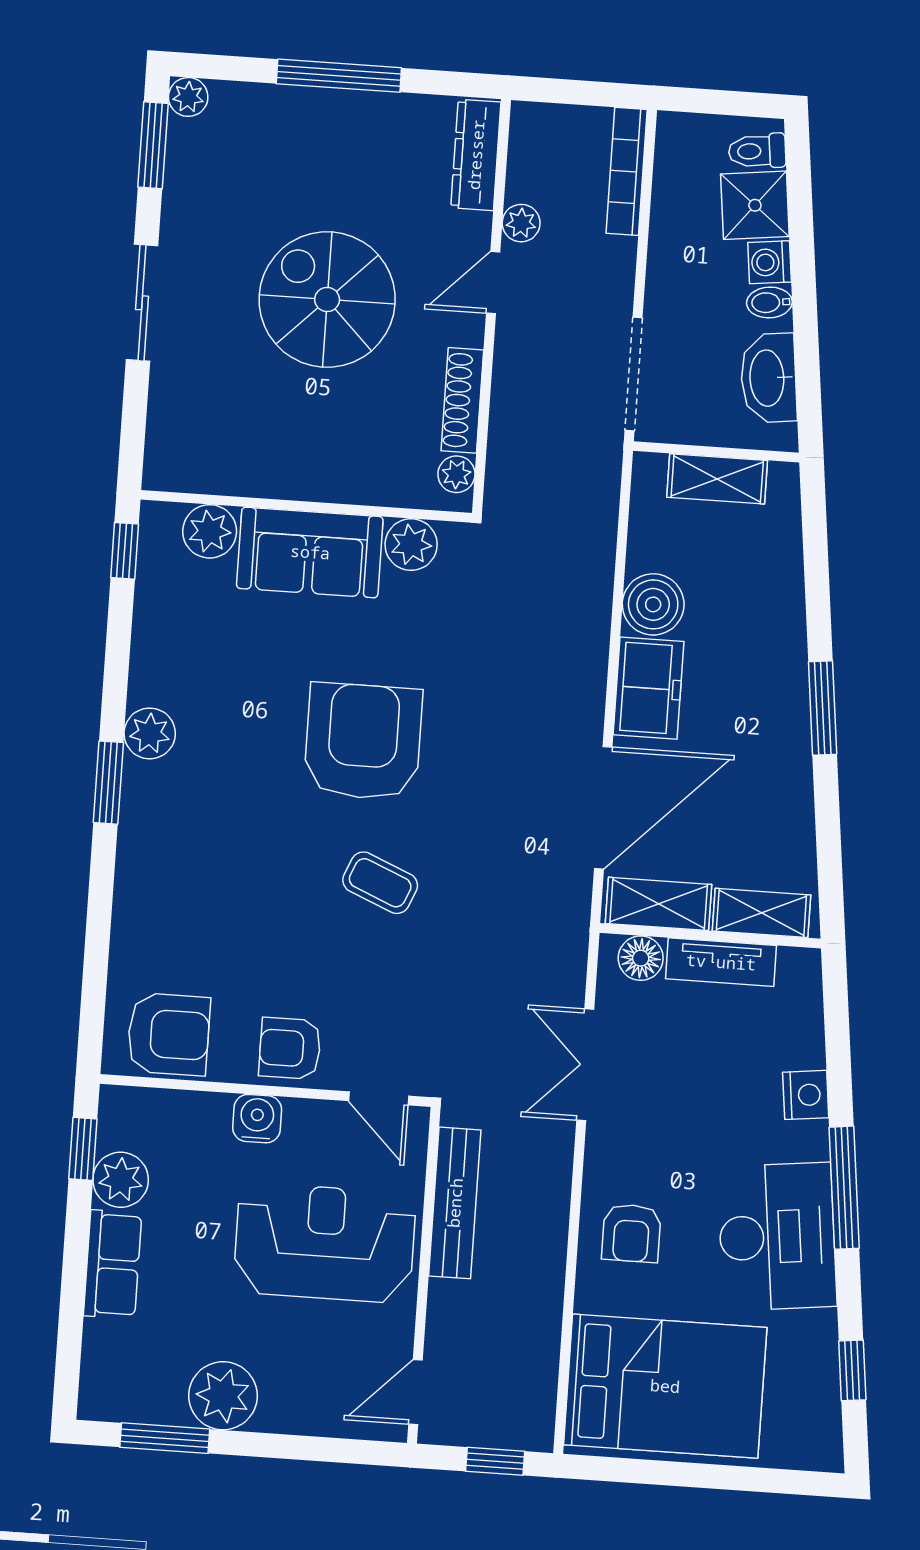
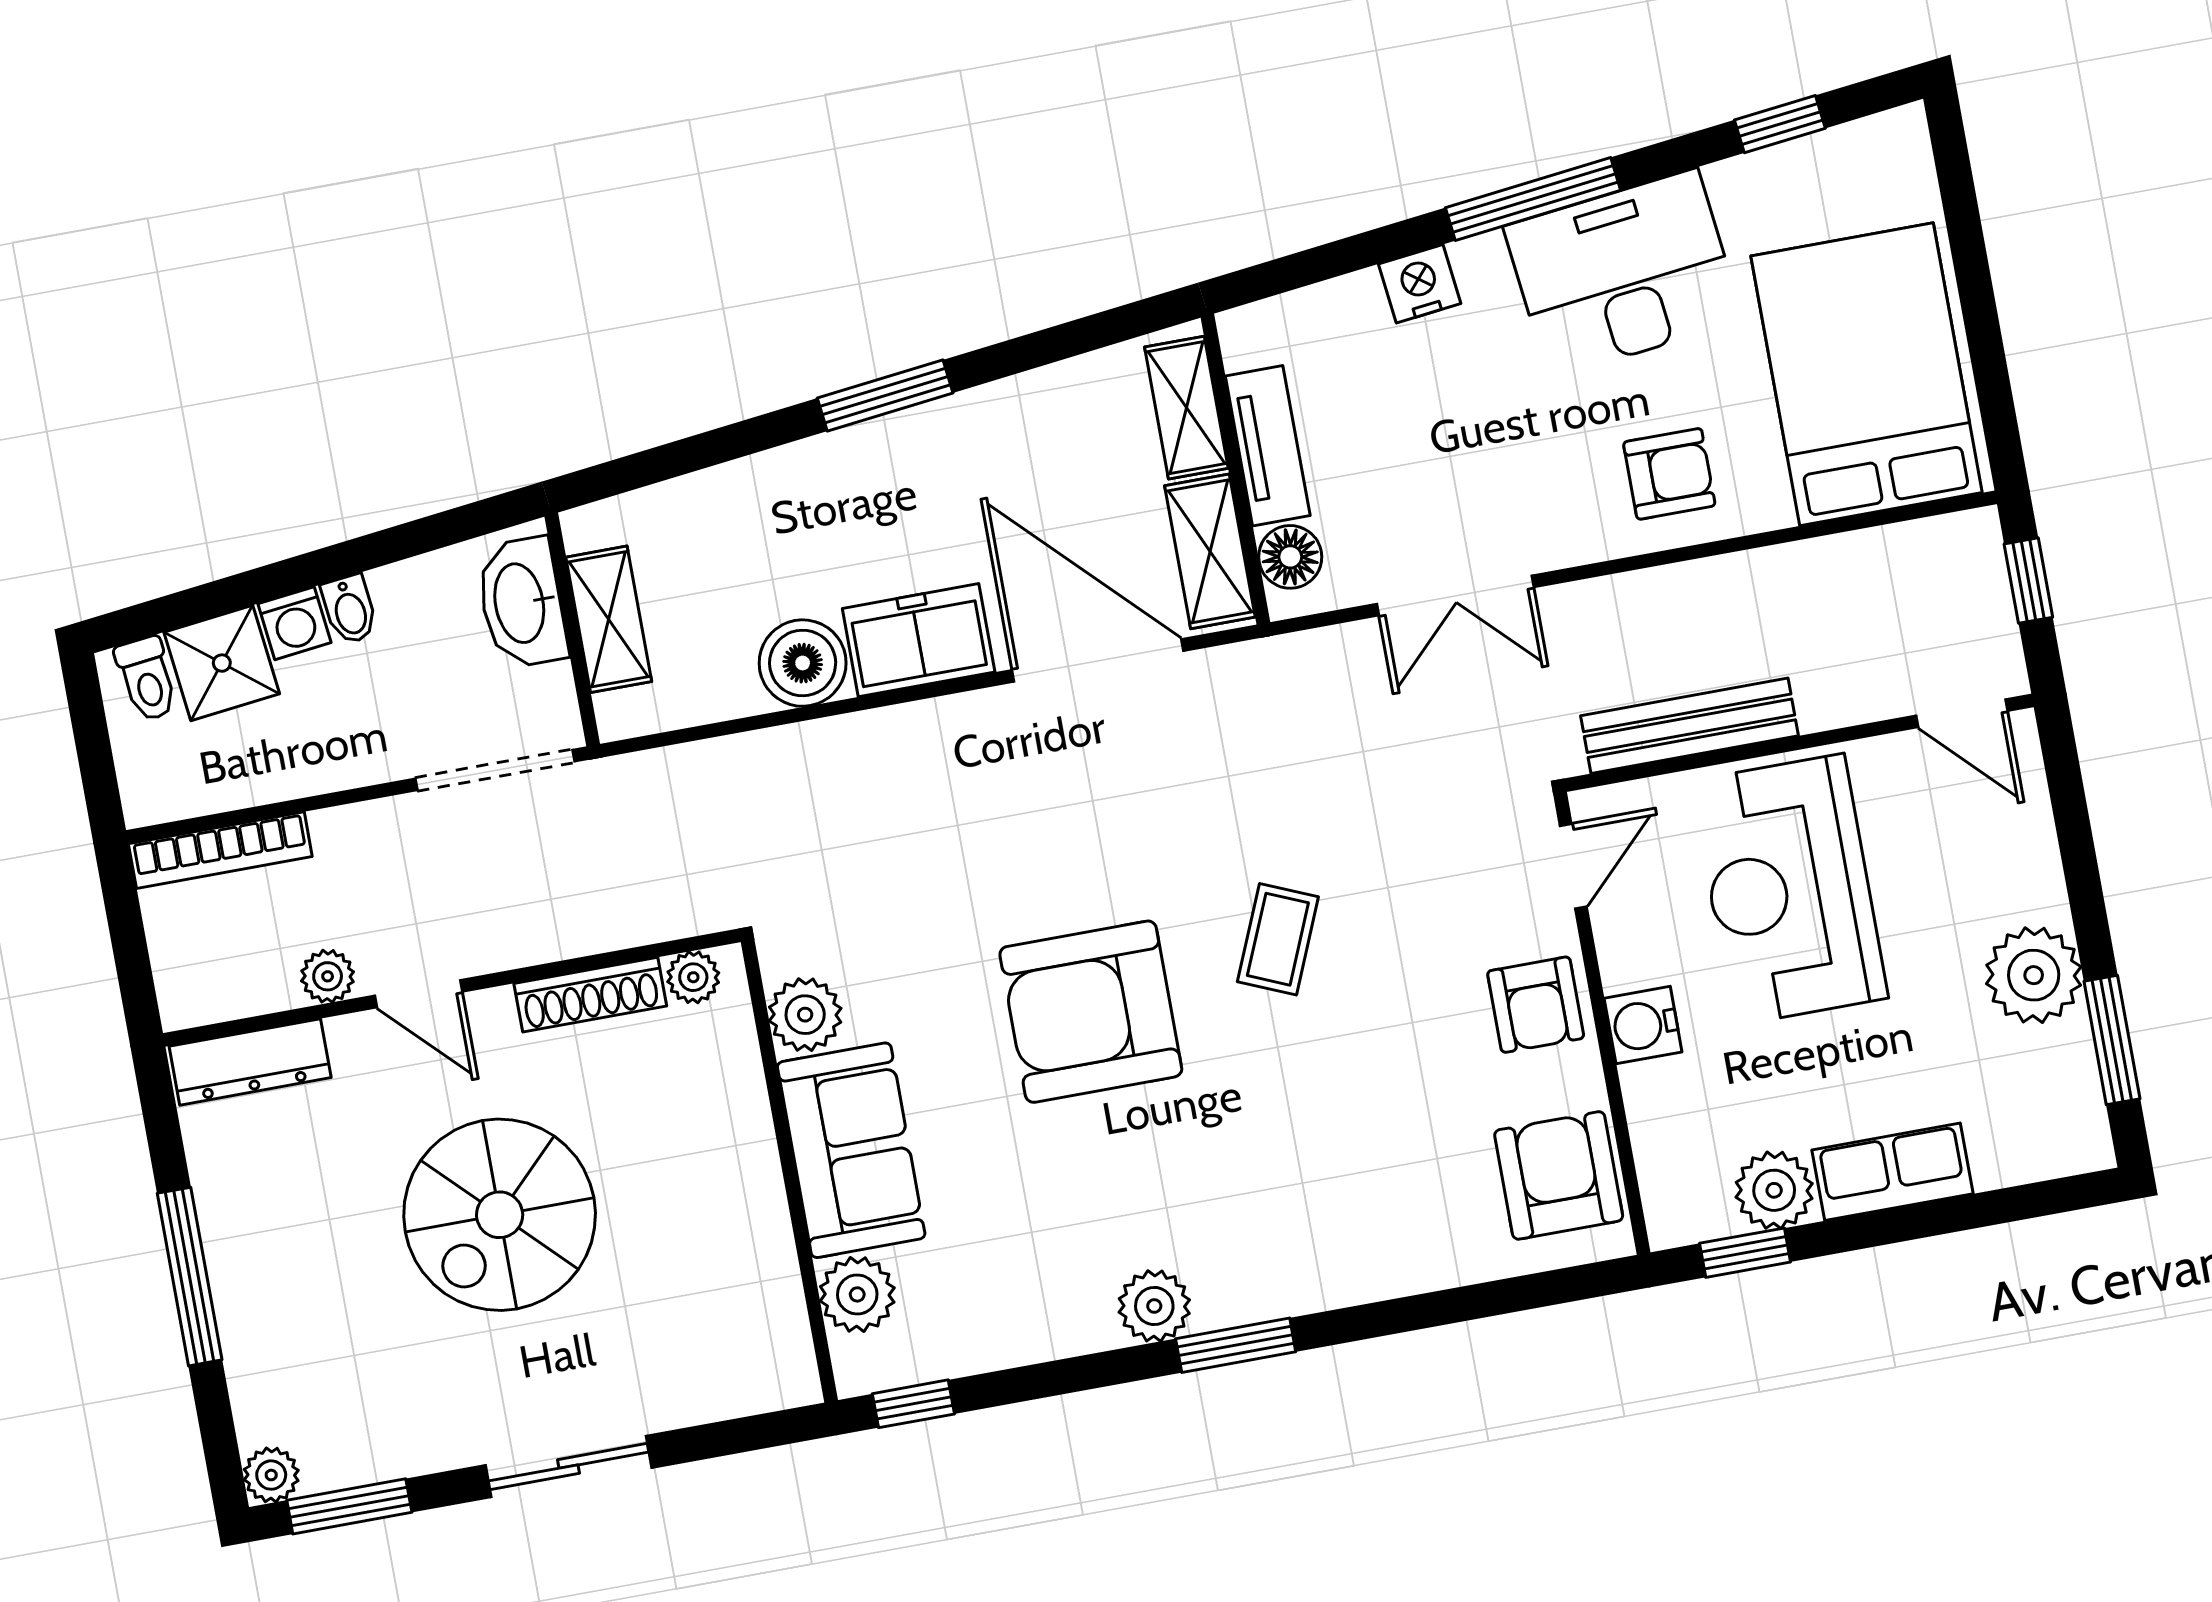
washbasin: (769, 378) -> (521, 603), moved, turned 97

